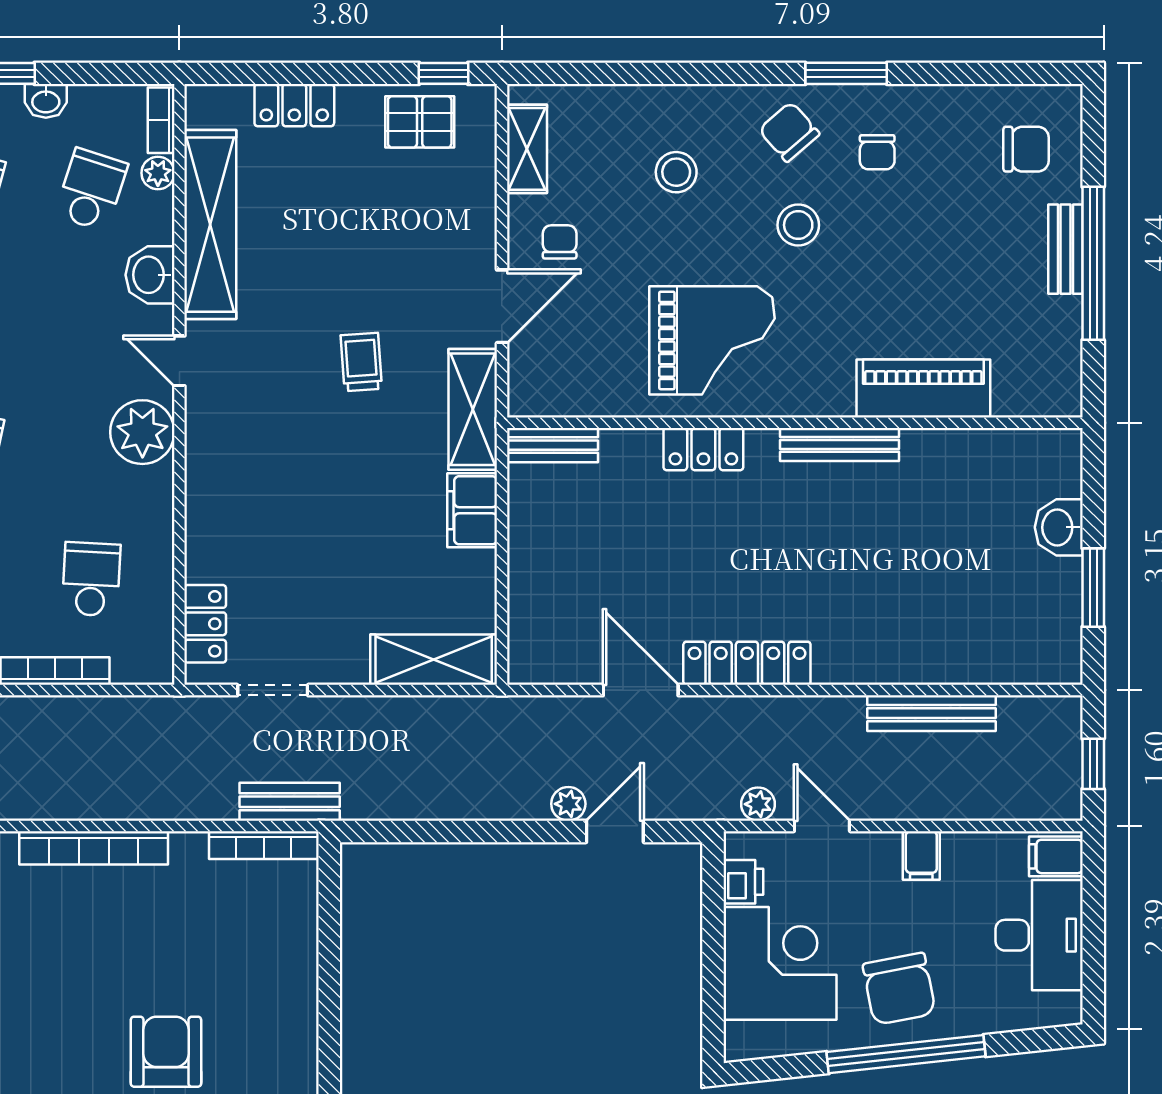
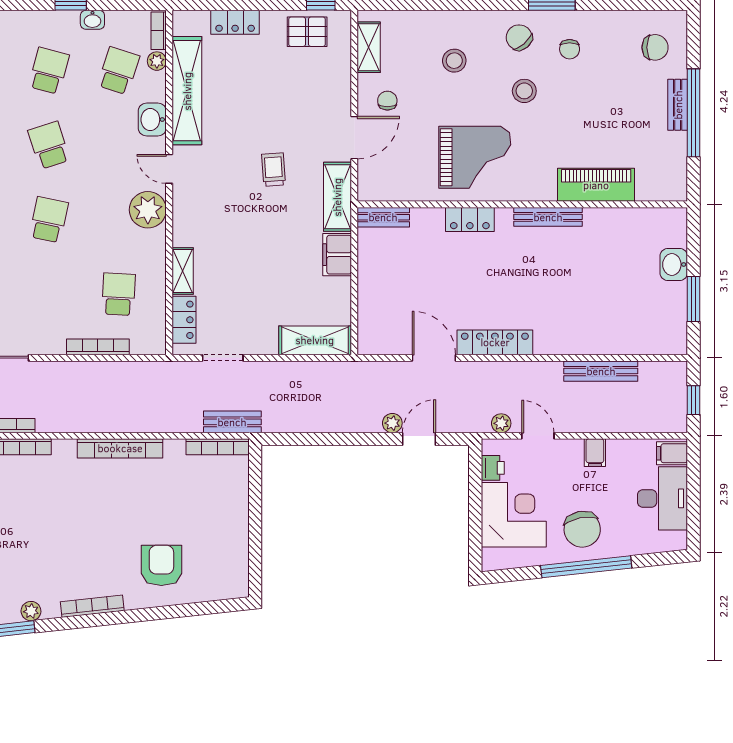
shelving: (203, 539) -> (183, 271), added

